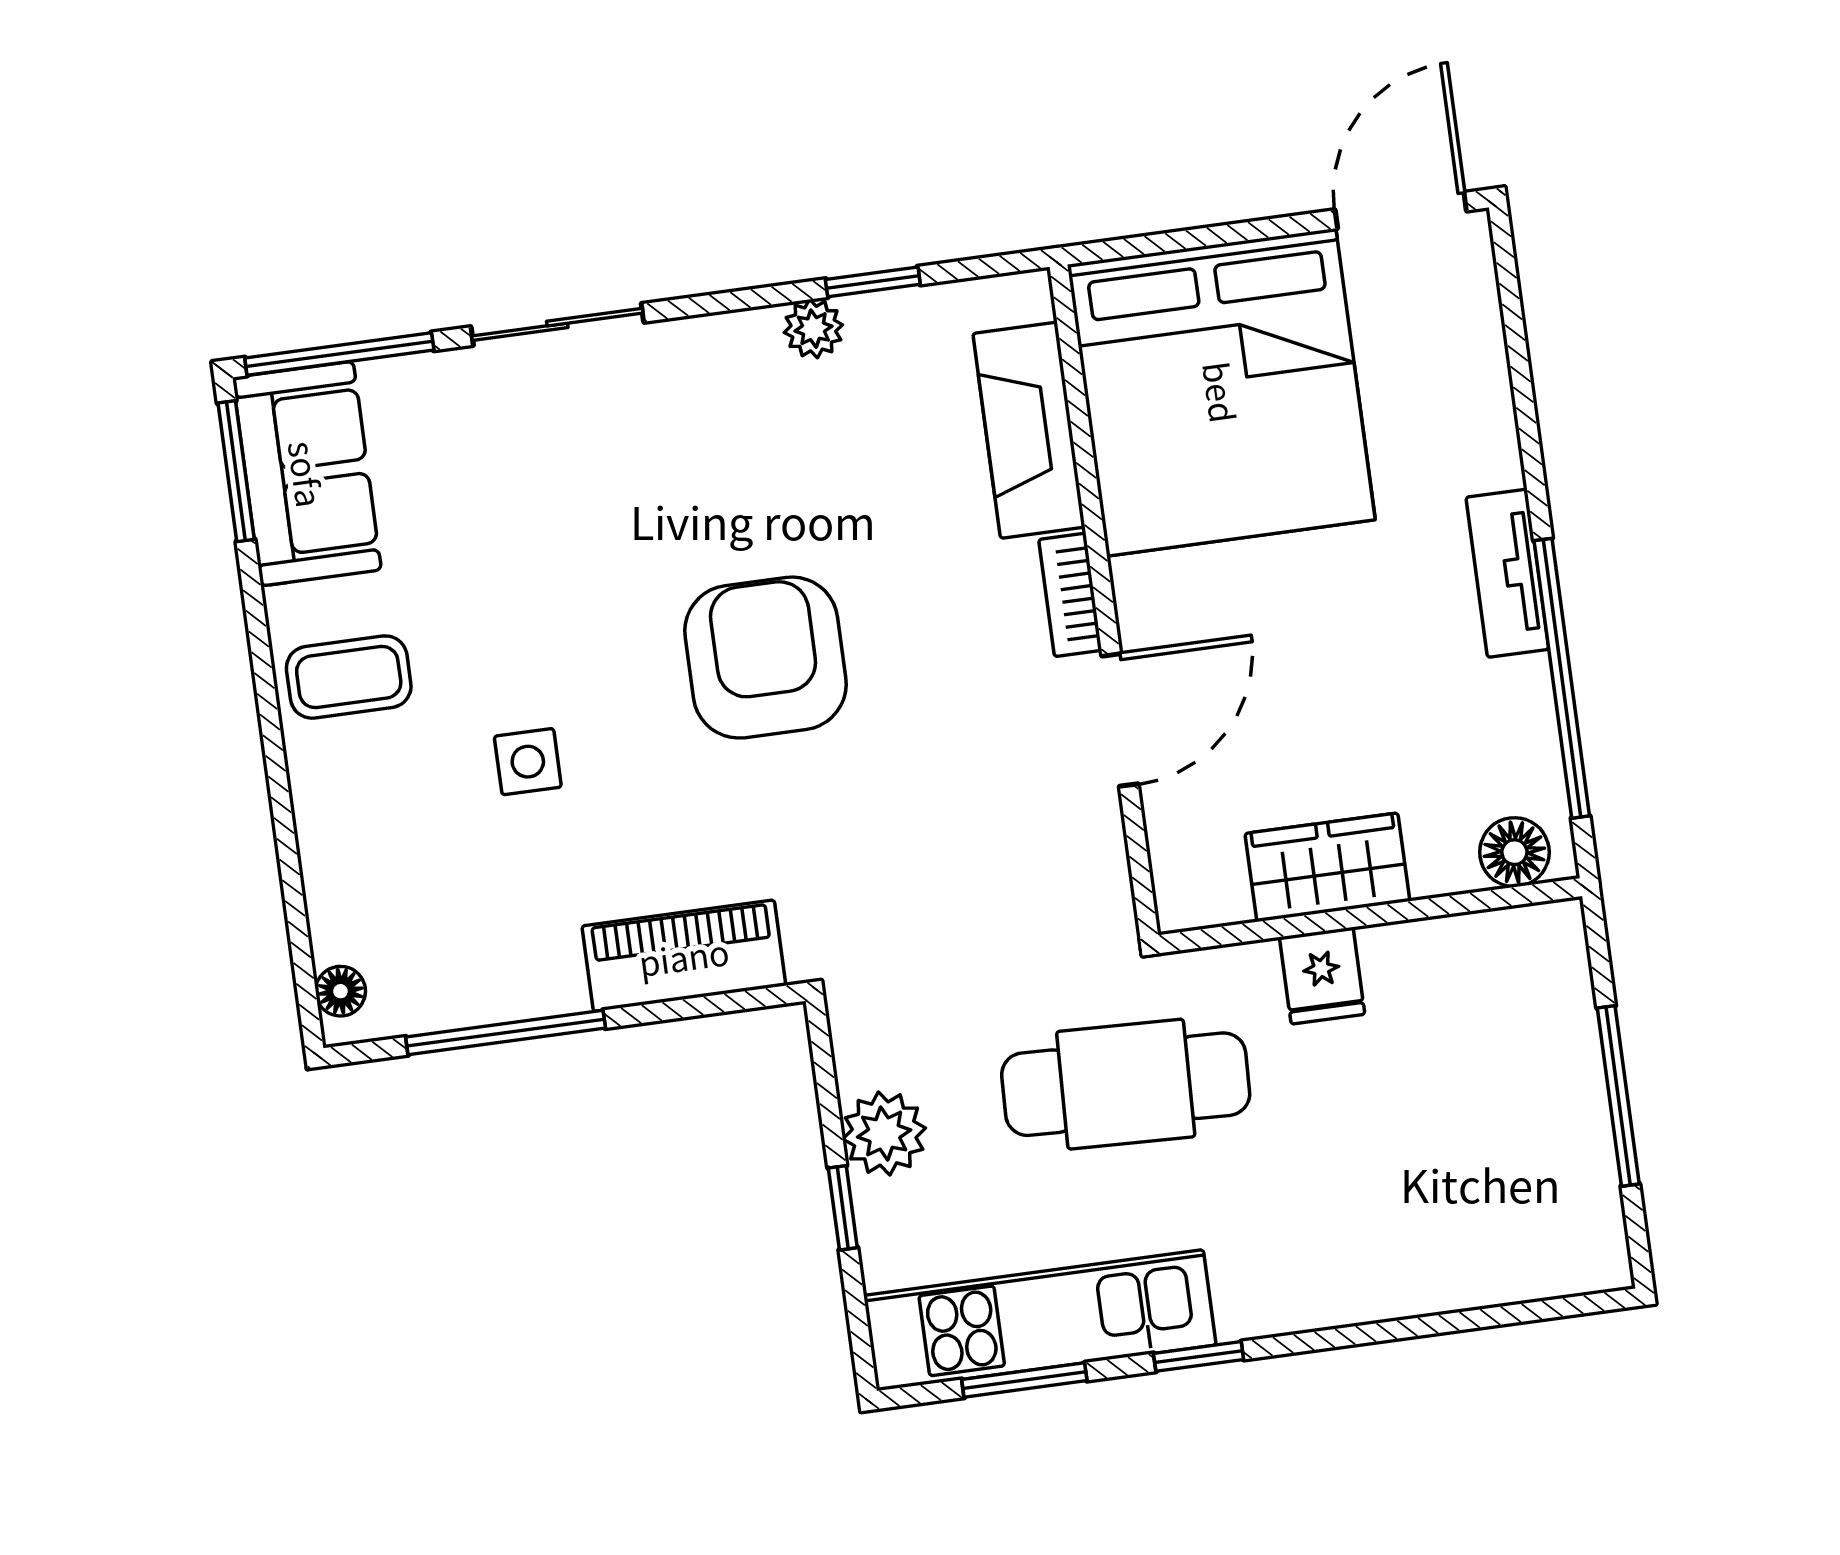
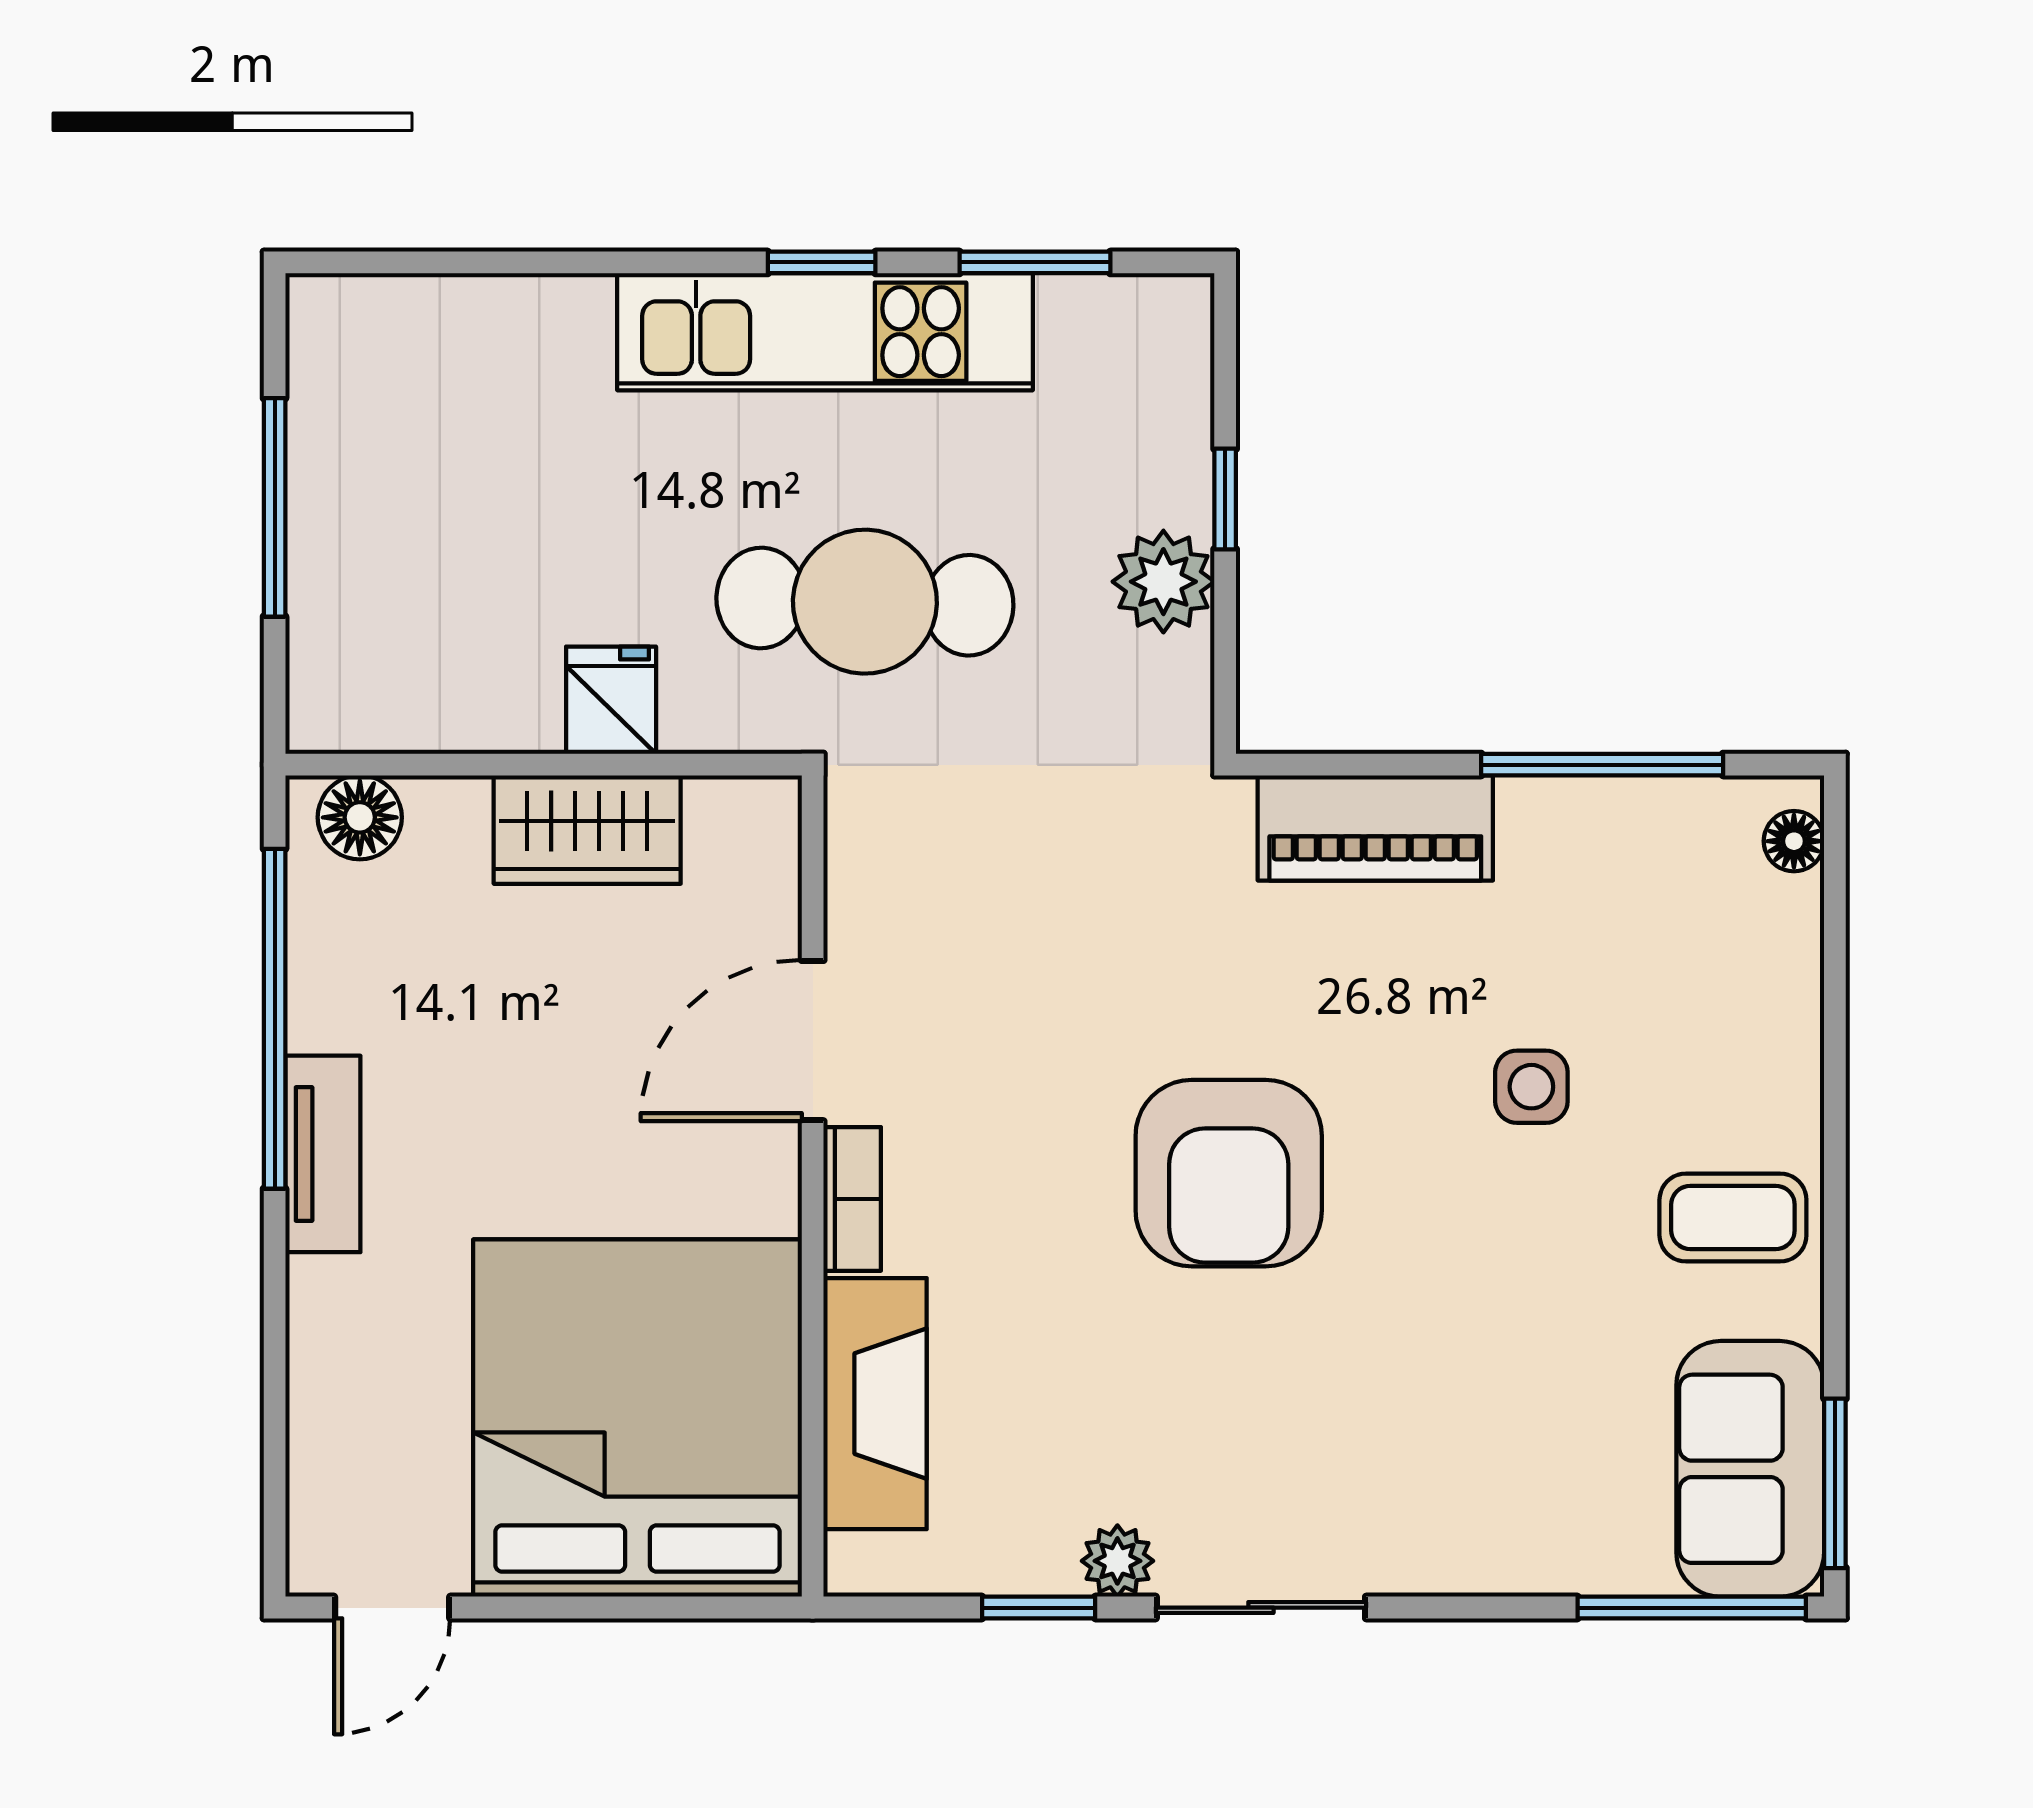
door: (1401, 210) -> (392, 1608), width x0.73
sliding door: (557, 324) -> (1261, 1608), moved
kitchen unit: (1040, 1320) -> (825, 332), moved

